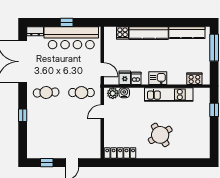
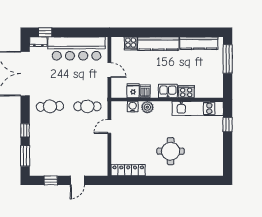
window: (67, 22) -> (45, 32), moved
door: (102, 70) -> (109, 70), moved
cooker: (194, 79) -> (186, 92), moved
plant: (113, 93) -> (147, 107), moved
kitchen unit: (169, 94) -> (198, 108), moved
round table: (160, 135) -> (171, 151), turned 32
window: (23, 139) -> (25, 156), added

